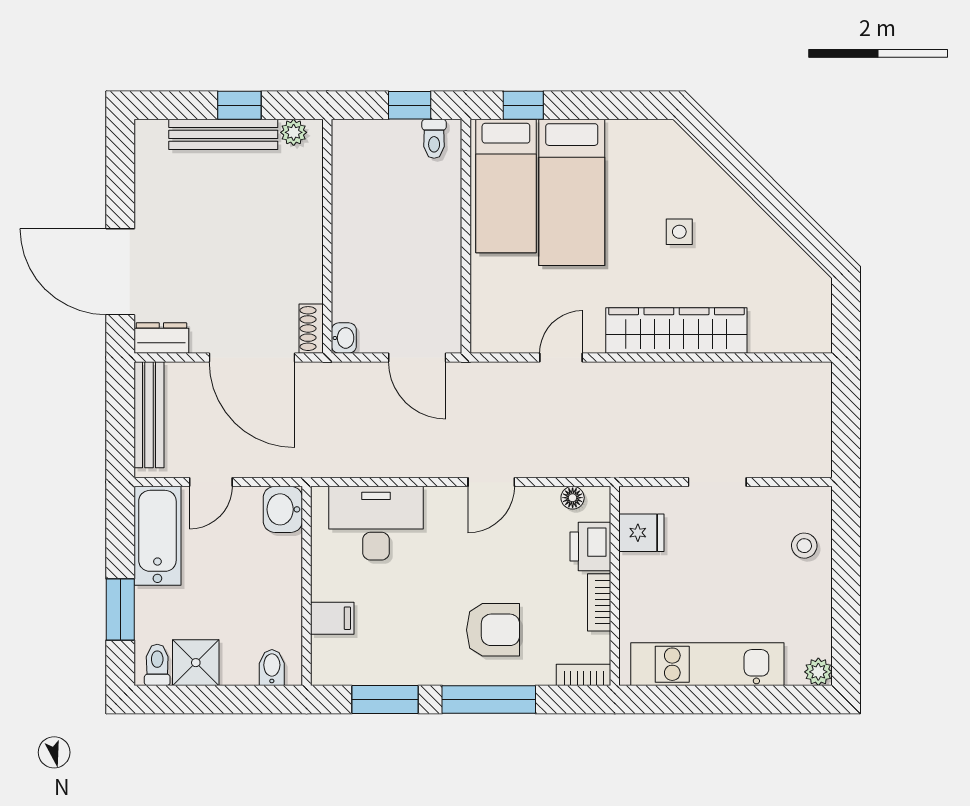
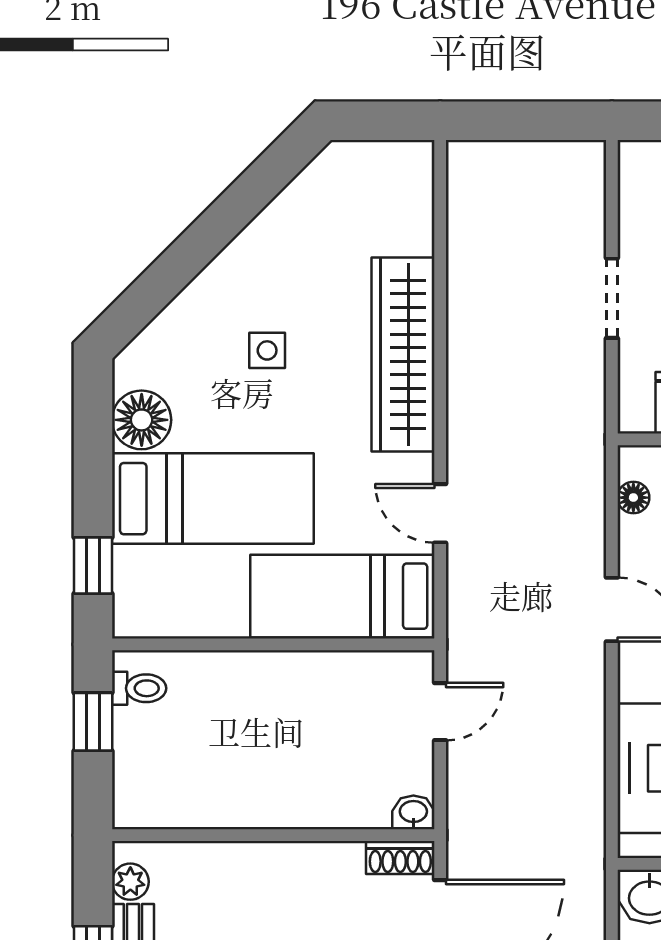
floor lamp: (629, 141) -> (142, 420), added
bed: (506, 186) -> (342, 596), moved, turned 180
door: (417, 357) -> (440, 712), width x0.73

